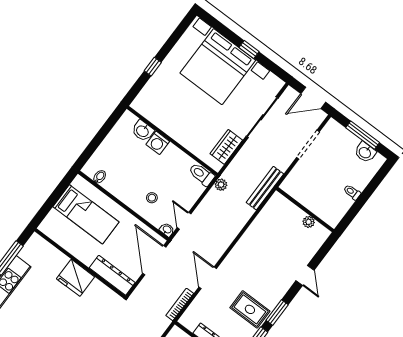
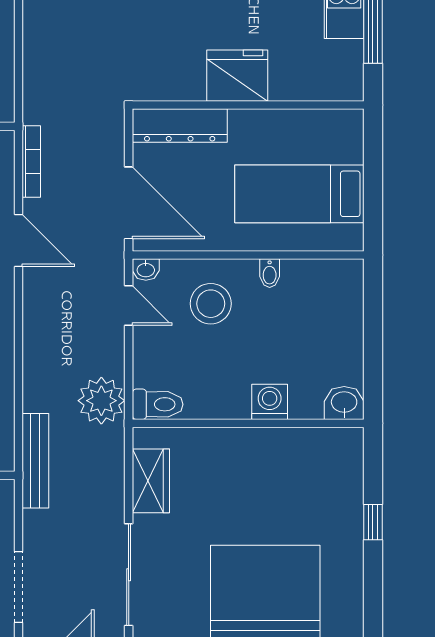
washbasin: (143, 131) -> (344, 403), moved
bidet: (100, 177) -> (270, 273), moved
plant: (221, 185) -> (101, 401), width x1.87, depth x1.87
stool: (152, 198) -> (211, 304), width x1.89, depth x1.89

